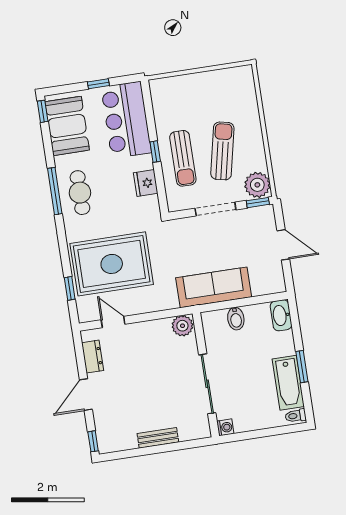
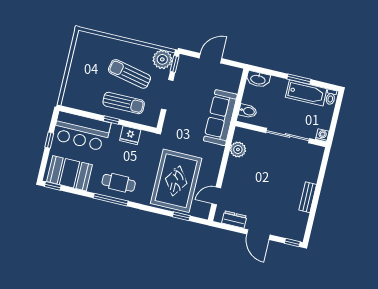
wall: (206, 375) -> (281, 134), moved
sliding door: (207, 384) -> (288, 136), moved
washing machine: (225, 427) -> (322, 135), moved

